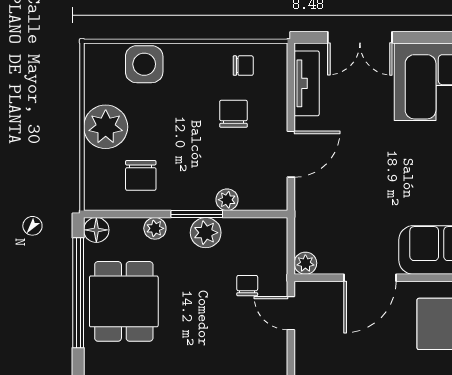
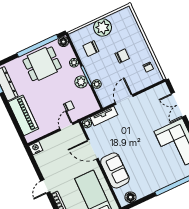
side table: (144, 64) -> (132, 31), removed
tv unit: (307, 83) -> (104, 116), moved
chair: (233, 114) -> (122, 56), moved
door: (291, 154) -> (124, 100), swing flipped

